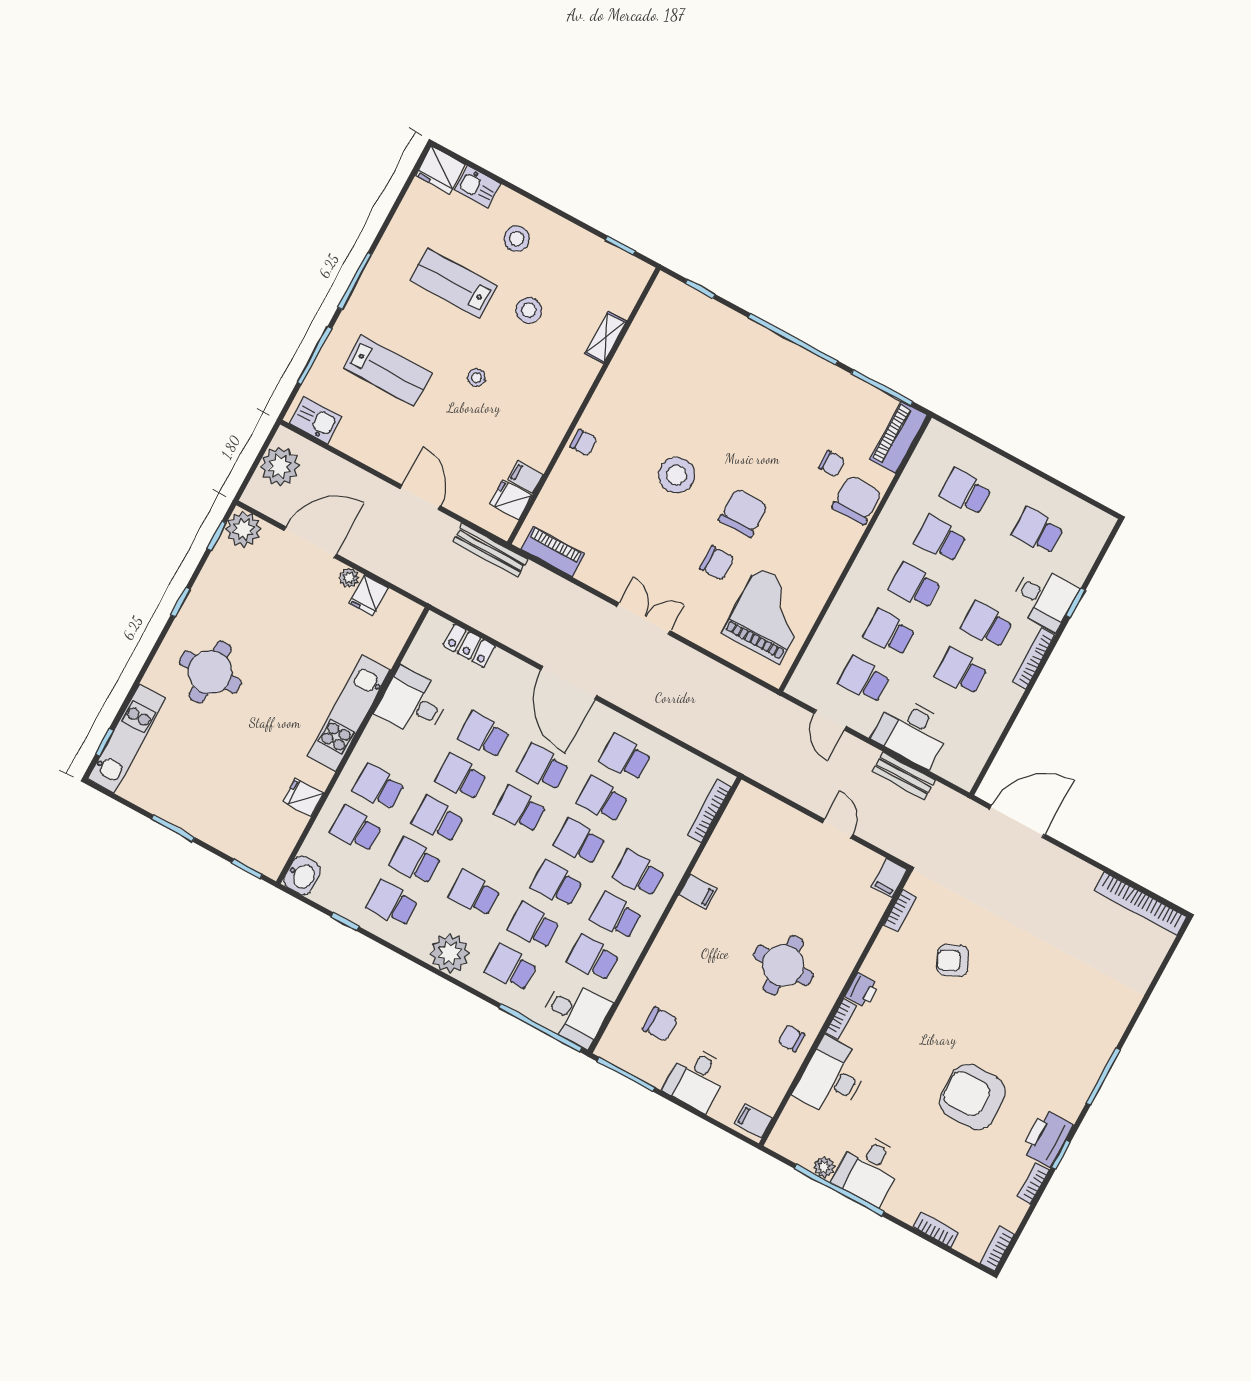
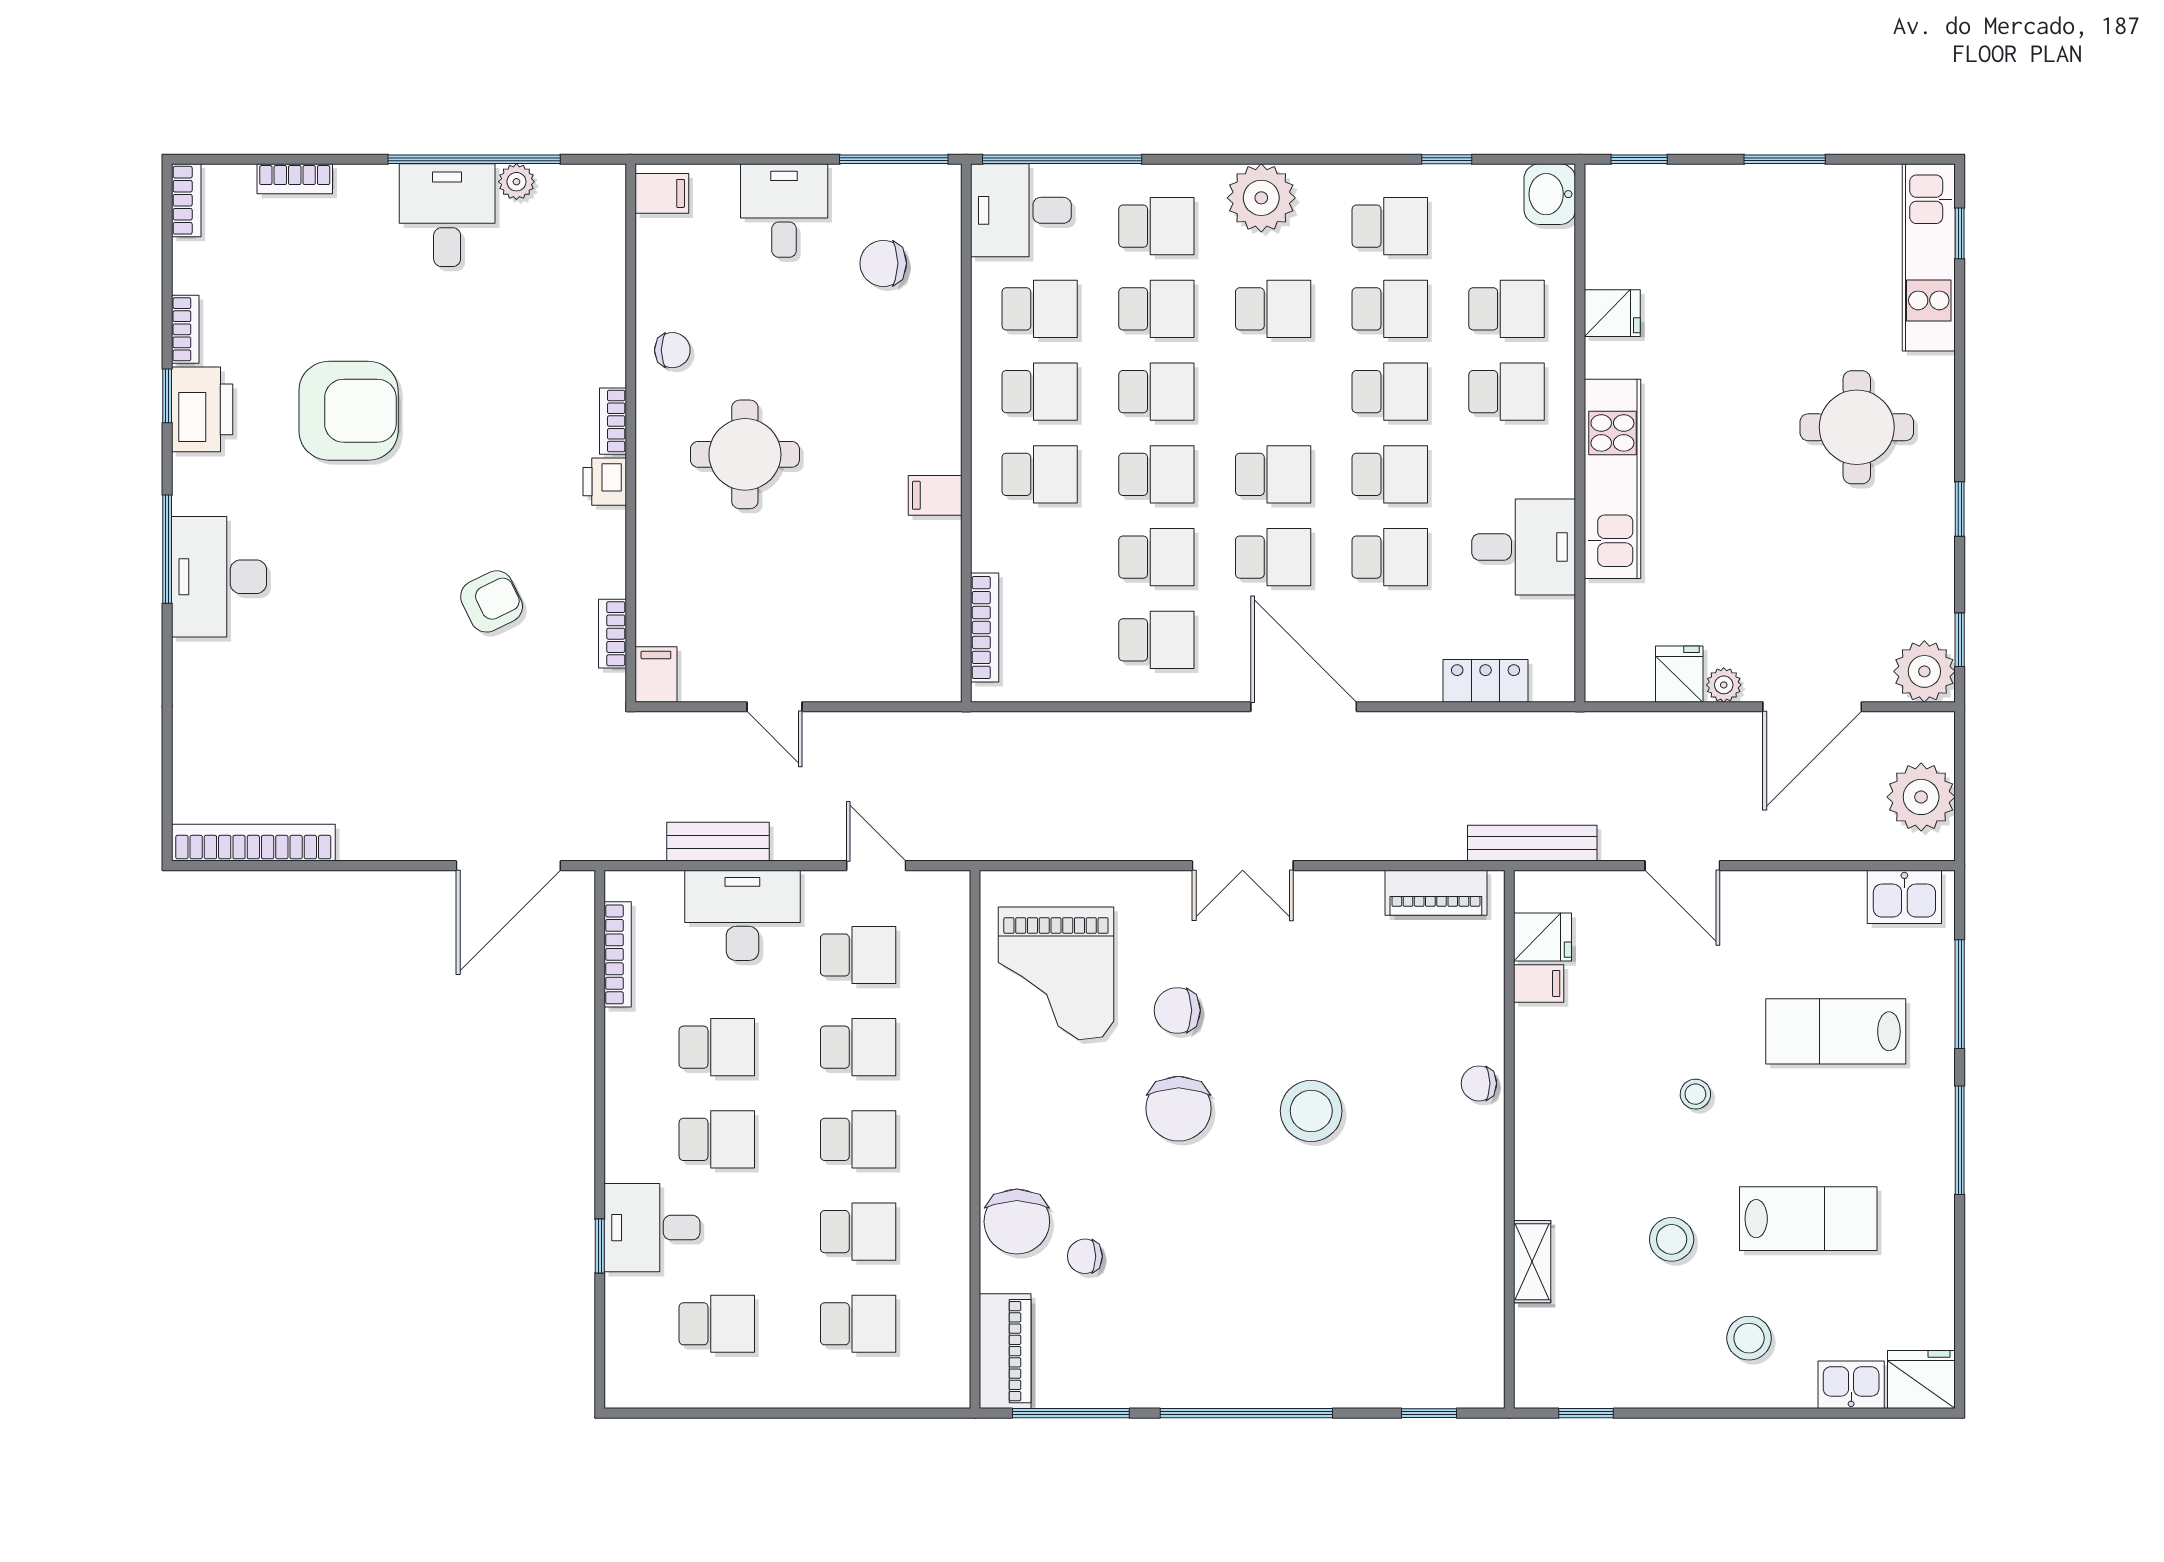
bookcase: (1034, 658) -> (618, 954), moved
desk: (832, 1078) -> (219, 577), moved, turned 180

